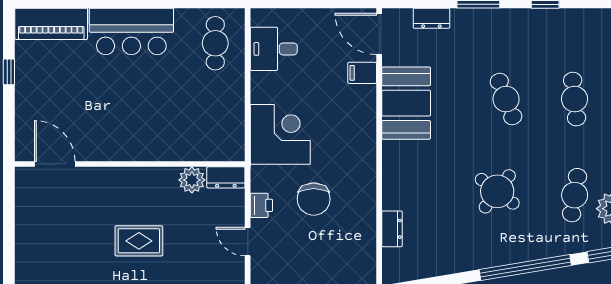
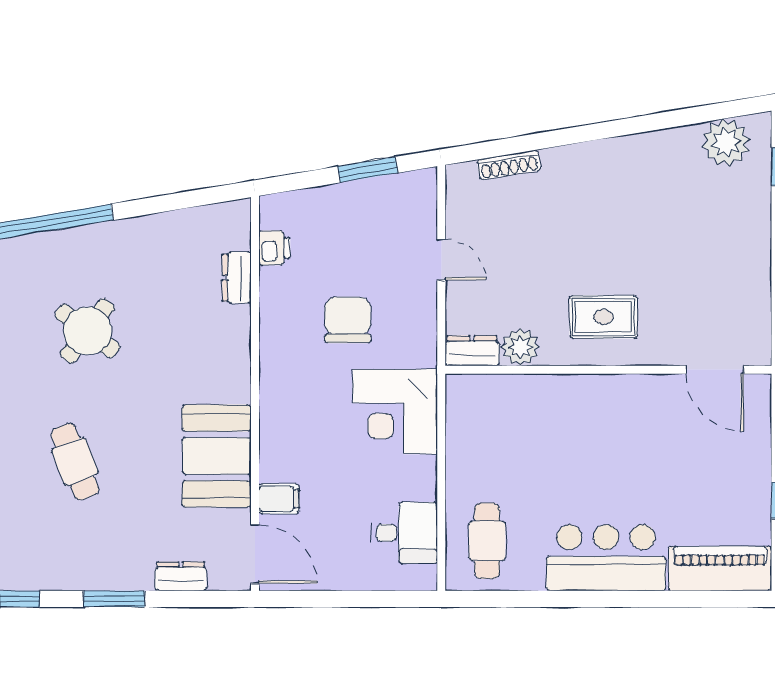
printer: (261, 205) -> (274, 248), moved, turned 180
rug: (139, 241) -> (603, 317), moved

